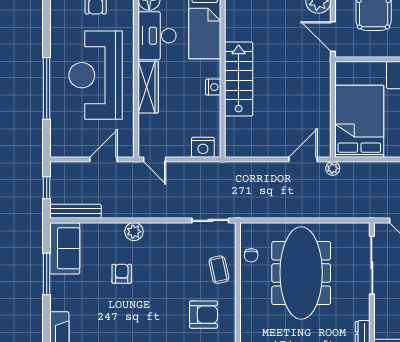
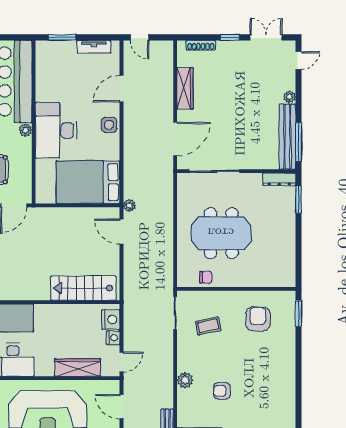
stairs: (239, 79) -> (83, 288), moved
wardrobe: (148, 87) -> (77, 368), moved
nightstand: (213, 87) -> (113, 338), moved, turned 90
coffee table: (219, 270) -> (208, 326), moved
meeting table: (301, 273) -> (221, 233), width x0.73

